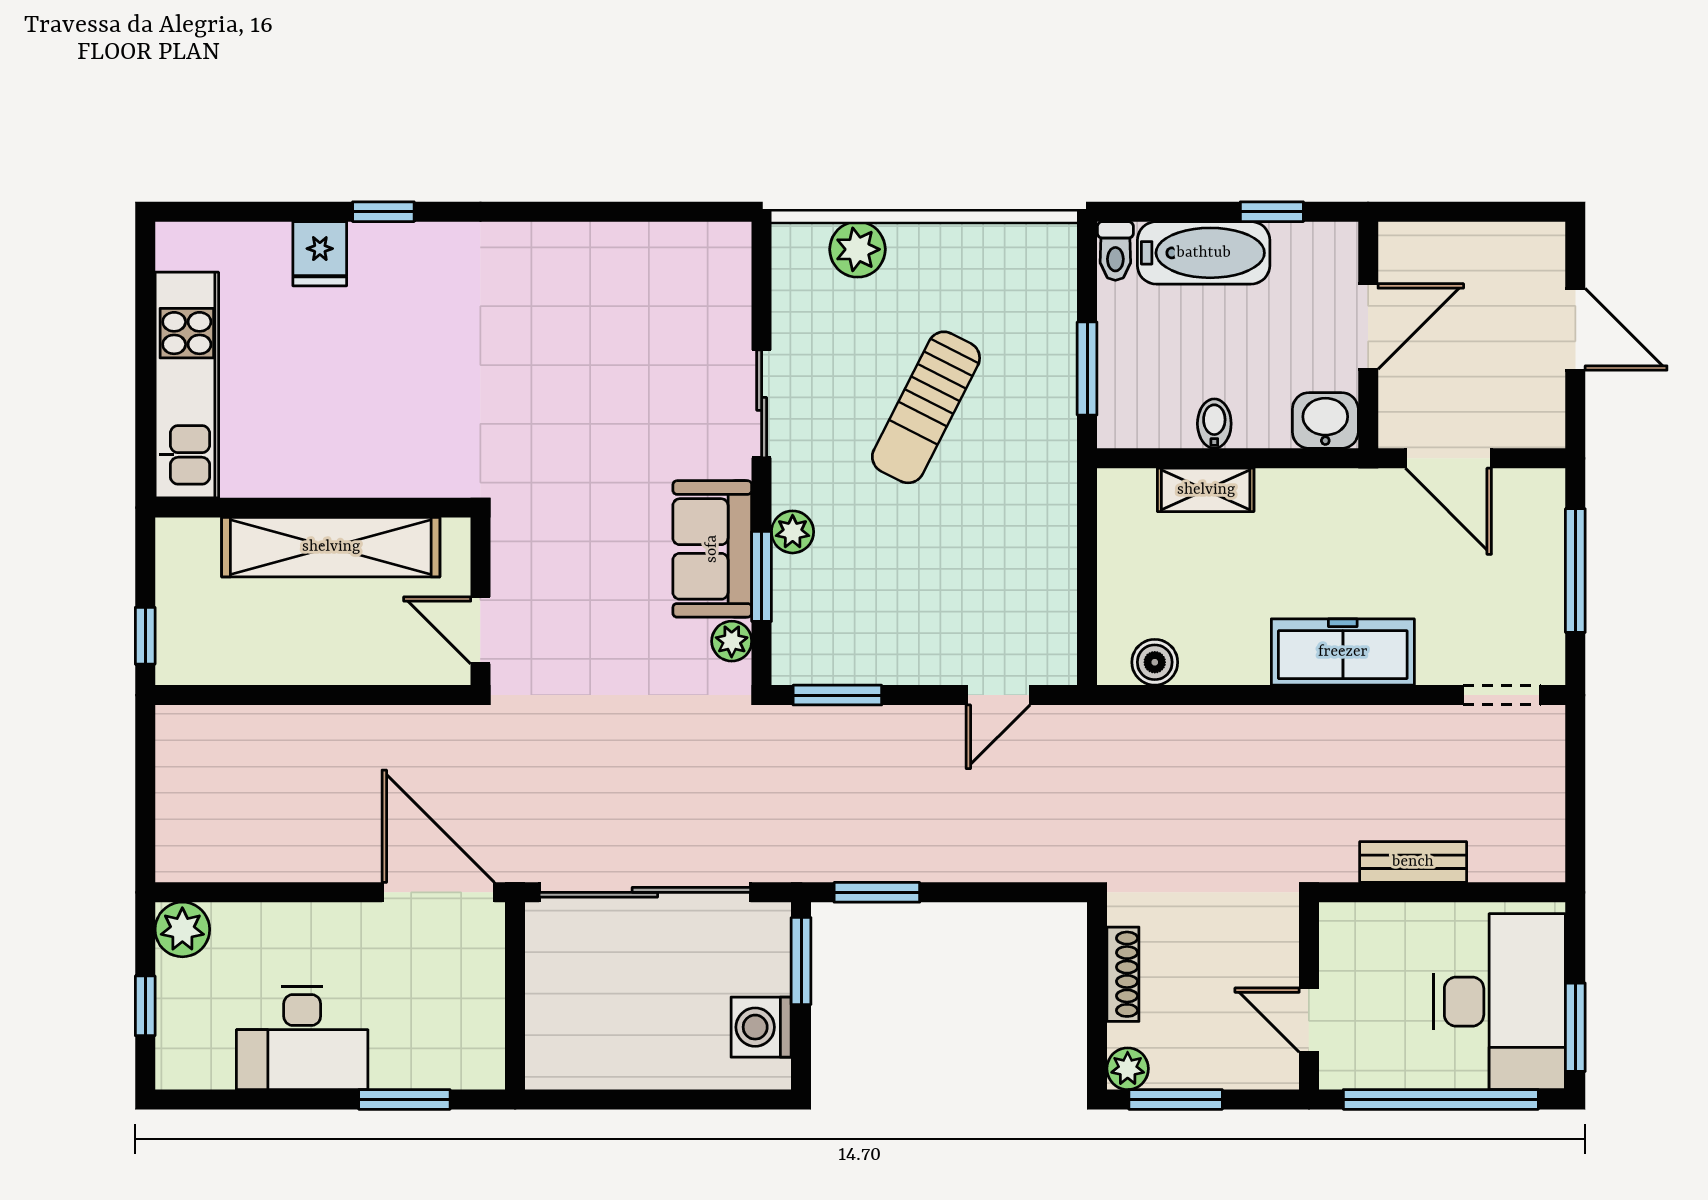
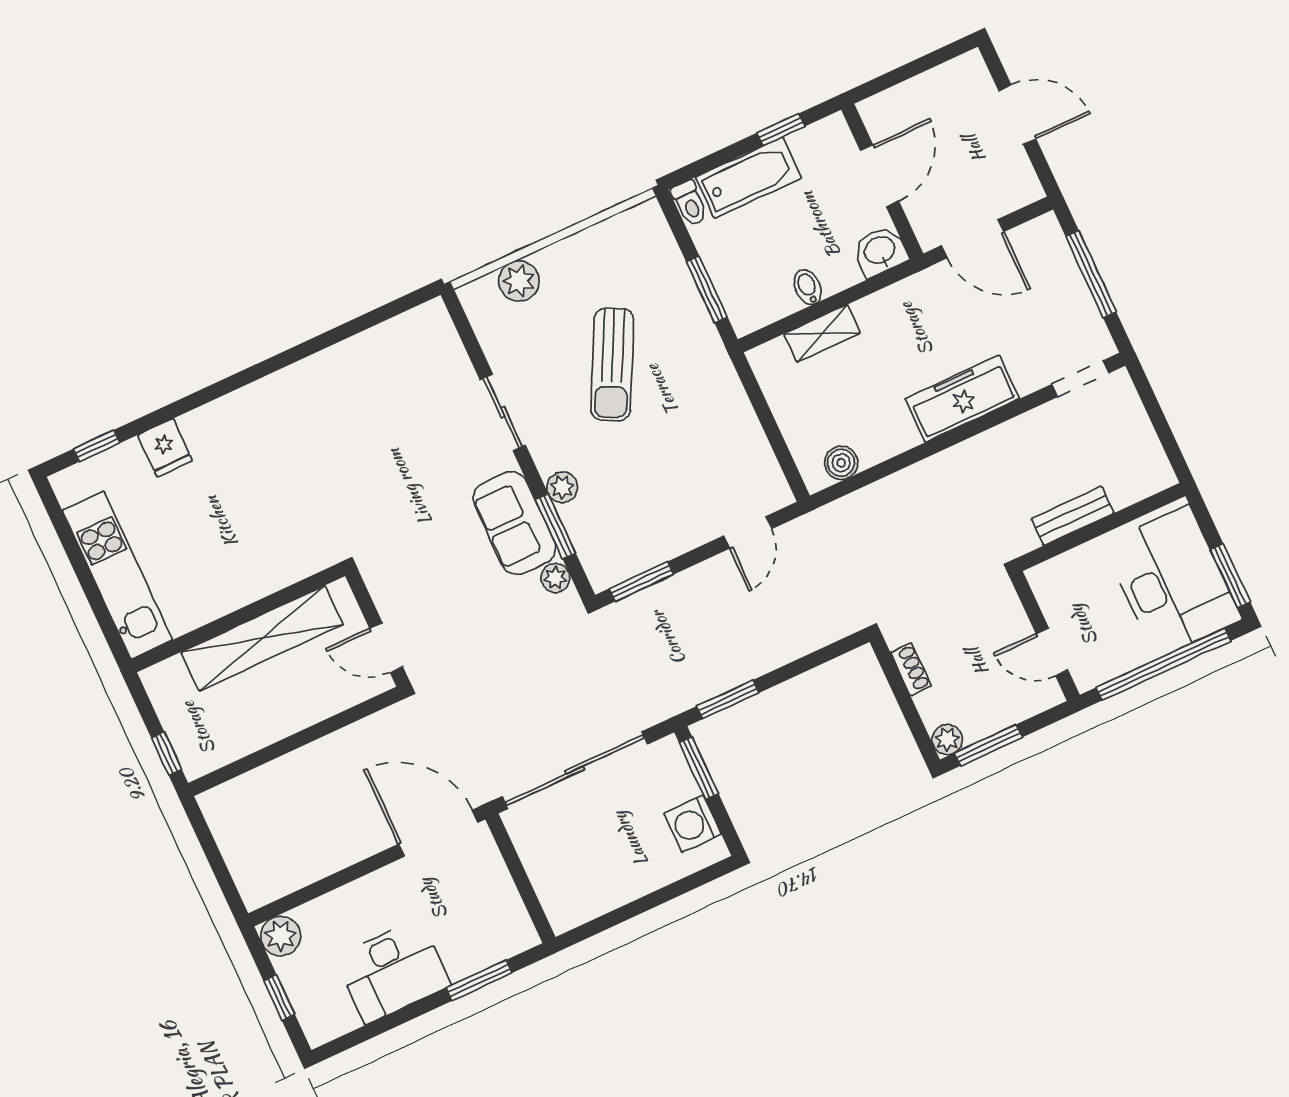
window: (383, 212) -> (96, 446), moved
shoe rack: (1123, 974) -> (911, 669), width x0.70

